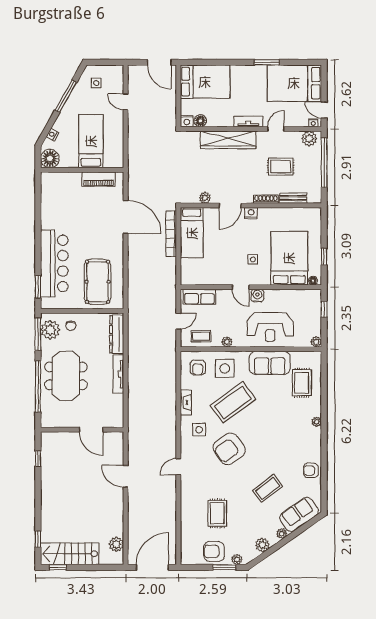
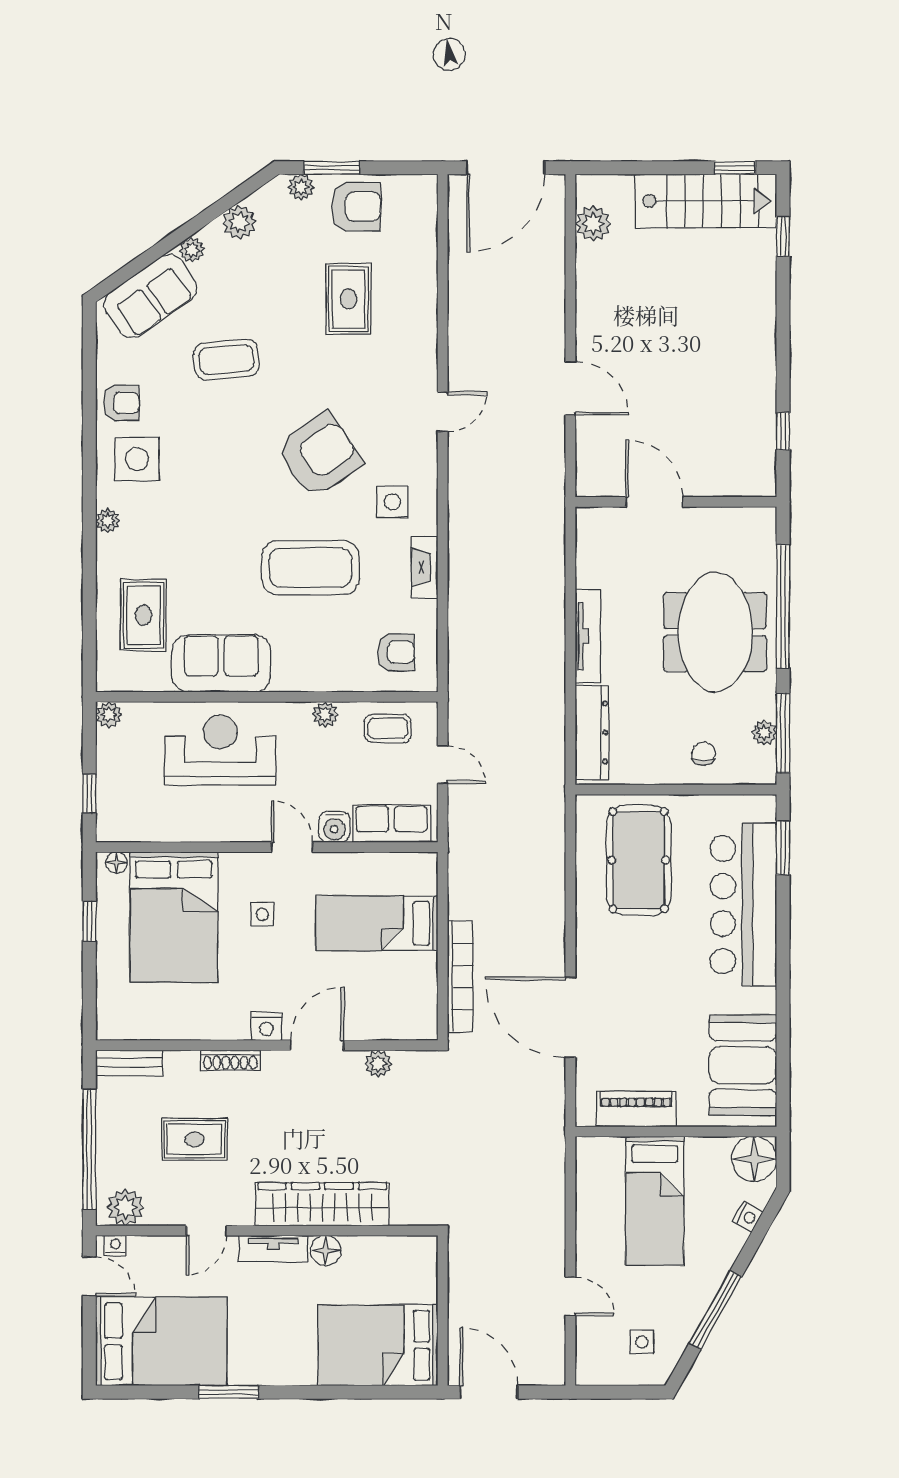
nightstand: (187, 121) -> (422, 1250), removed
floor lamp: (200, 121) -> (326, 1251), moved
booth: (55, 197) -> (743, 1065), added
bench: (293, 198) -> (129, 1063), moved
bed: (192, 233) -> (377, 923), moved, turned -90
water cooler: (257, 296) -> (334, 827), moved
door: (178, 321) -> (443, 765), swing flipped
plant: (50, 330) -> (764, 733), width x0.53, depth x0.53
armchair: (198, 367) -> (396, 652), turned 90
side table: (225, 368) -> (137, 459), moved
coffee table: (233, 402) -> (311, 568), turned 36
coffee table: (268, 488) -> (226, 360), turned 33

